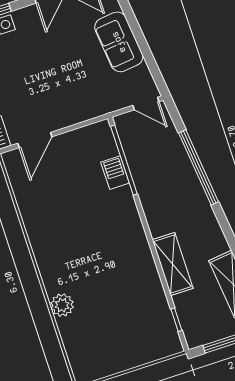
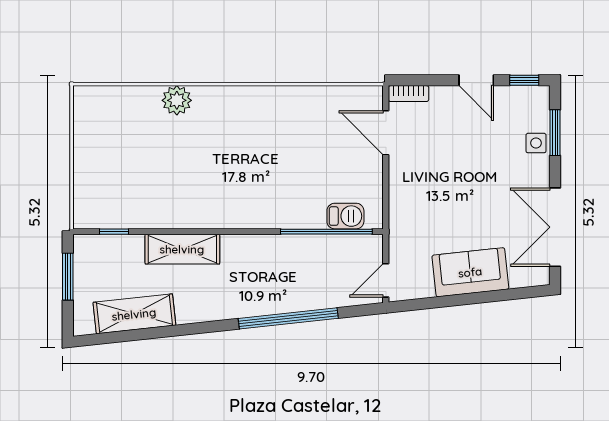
barbecue: (115, 173) -> (345, 216), moved

